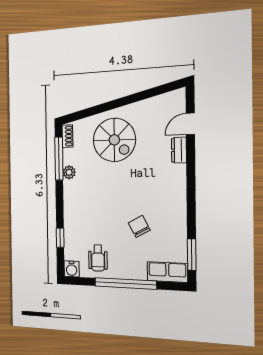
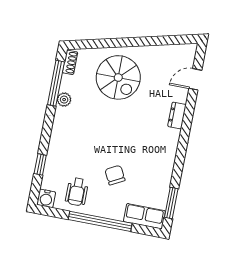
dresser: (179, 150) -> (177, 115), moved
chair: (139, 226) -> (115, 175), moved

